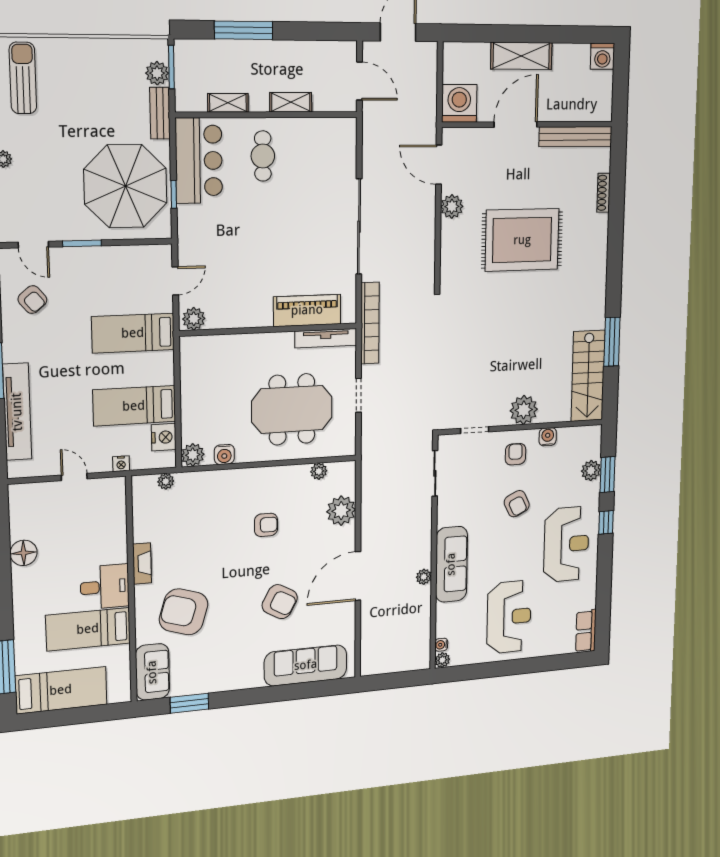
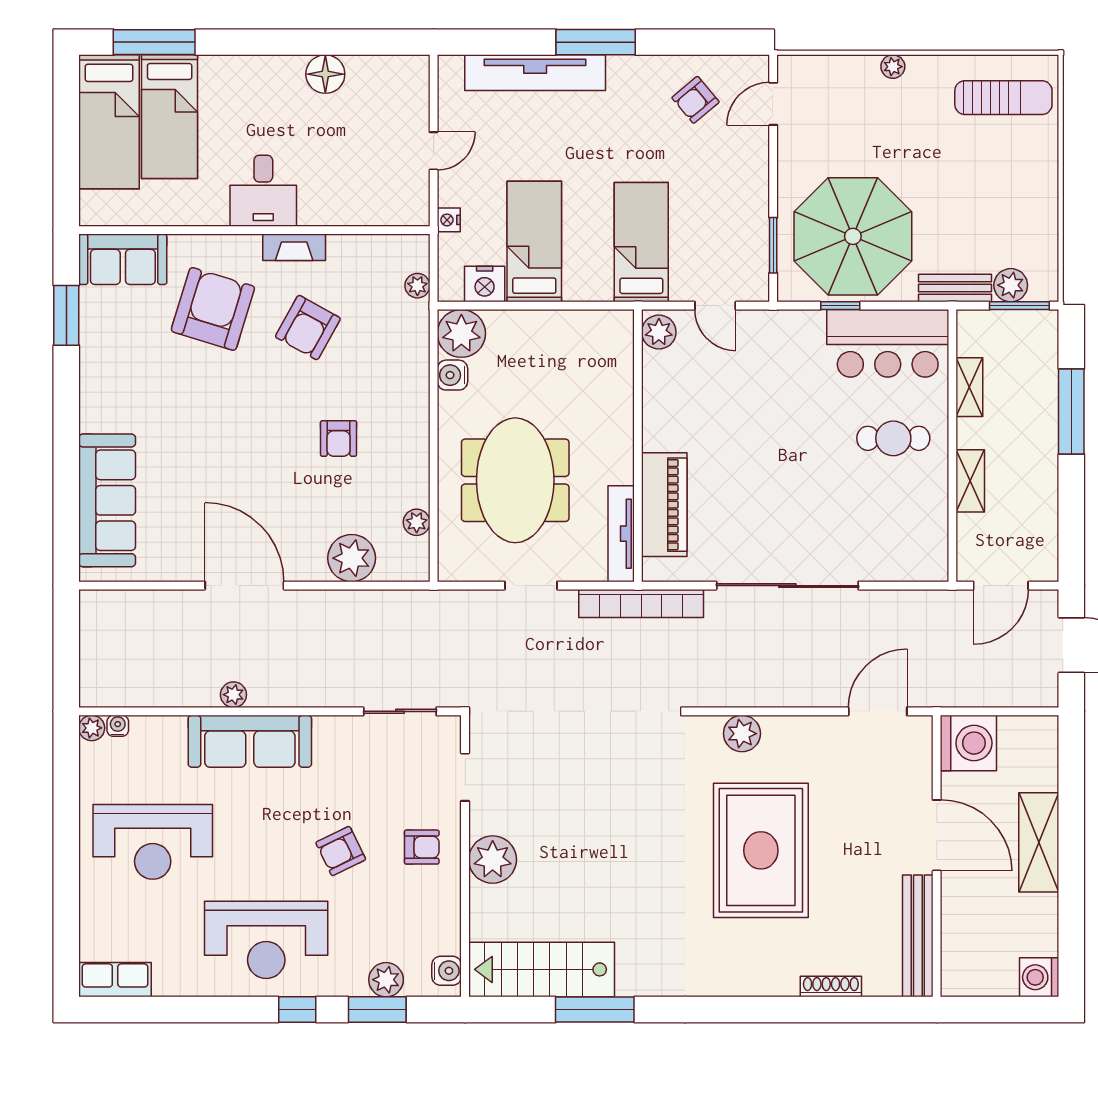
plant: (452, 206) -> (742, 734), moved
window: (82, 243) -> (773, 245), moved
water cooler: (548, 437) -> (447, 971), moved
plant: (193, 455) -> (461, 333), width x1.36, depth x1.36
armchair: (280, 602) -> (308, 328), moved
bed: (88, 629) -> (170, 117), moved, turned 180

